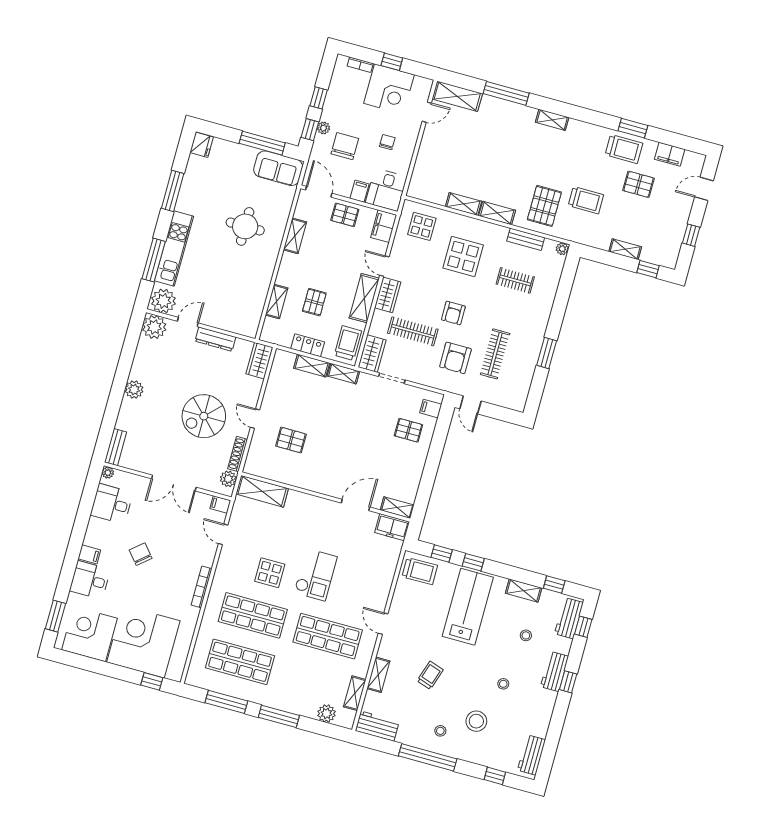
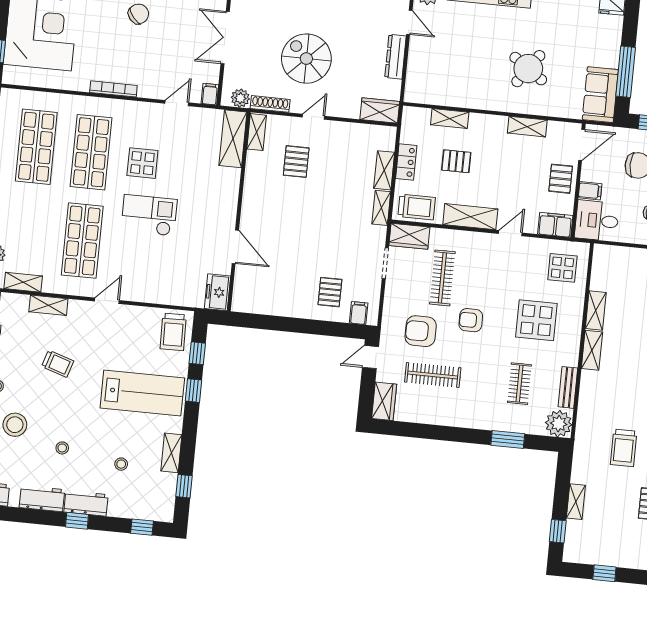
pallet: (544, 206) -> (609, 402), removed
round table: (245, 226) -> (528, 69), turned 35
plant: (562, 249) -> (559, 424), width x1.87, depth x1.87
wardrobe: (388, 295) -> (384, 401), moved, turned -90
window: (547, 353) -> (508, 439), moved
shelving: (397, 508) -> (257, 132), moved
checkout: (316, 575) -> (149, 215), turned 180
workbench: (569, 618) -> (42, 499), moved

